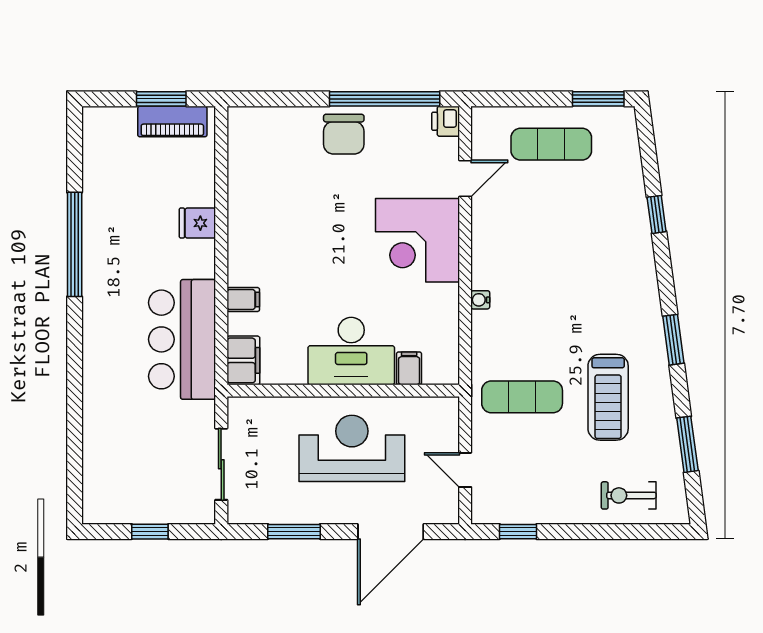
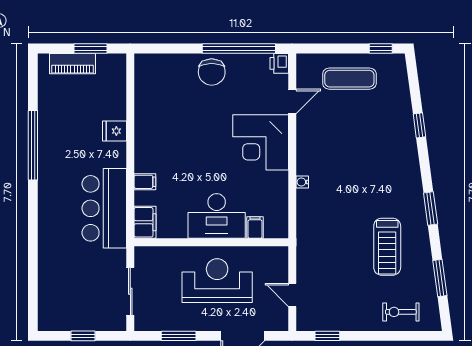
window: (598, 99) -> (381, 49), width x0.67
piano: (172, 122) -> (72, 64), moved
exercise mat: (522, 397) -> (330, 246), removed

